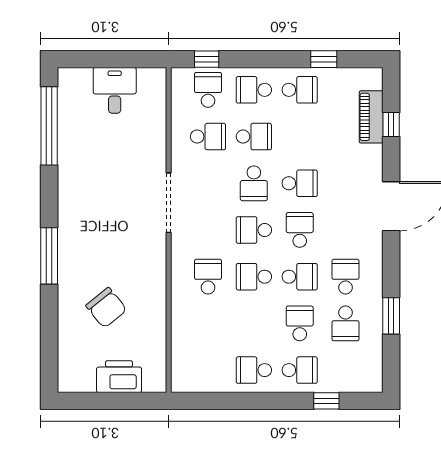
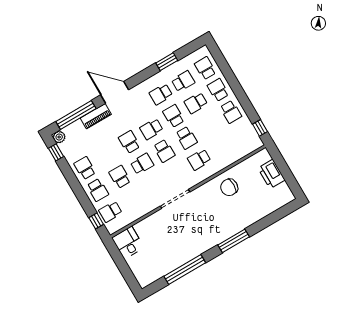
window: (324, 59) -> (56, 152), moved
plant: (372, 78) -> (59, 137), added
desk: (115, 90) -> (128, 243), moved, turned 90
piano: (371, 117) -> (96, 116), moved
window: (391, 125) -> (76, 115), width x3.17
window: (49, 126) -> (185, 269), moved
school desk: (208, 137) -> (205, 68), moved
chair: (106, 308) -> (229, 187), moved, turned -141
window: (326, 401) -> (260, 128), moved

